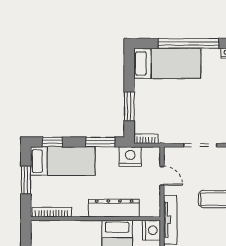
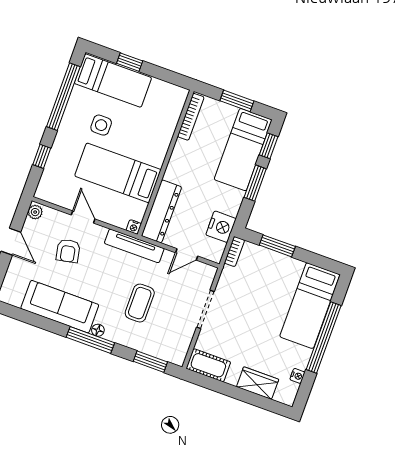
window: (100, 142) -> (255, 183), moved
dresser: (114, 208) -> (161, 211), moved
nightstand: (151, 230) -> (134, 227), width x0.53, depth x0.56

